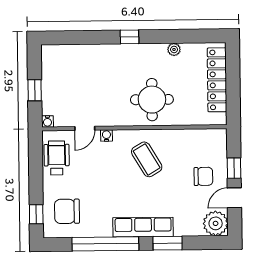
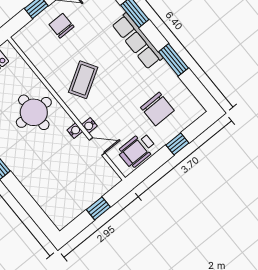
water cooler: (47, 121) -> (75, 131), moved
chair: (67, 211) -> (157, 109), moved
window: (36, 214) -> (177, 144), moved
window: (105, 244) -> (173, 60), width x0.47

